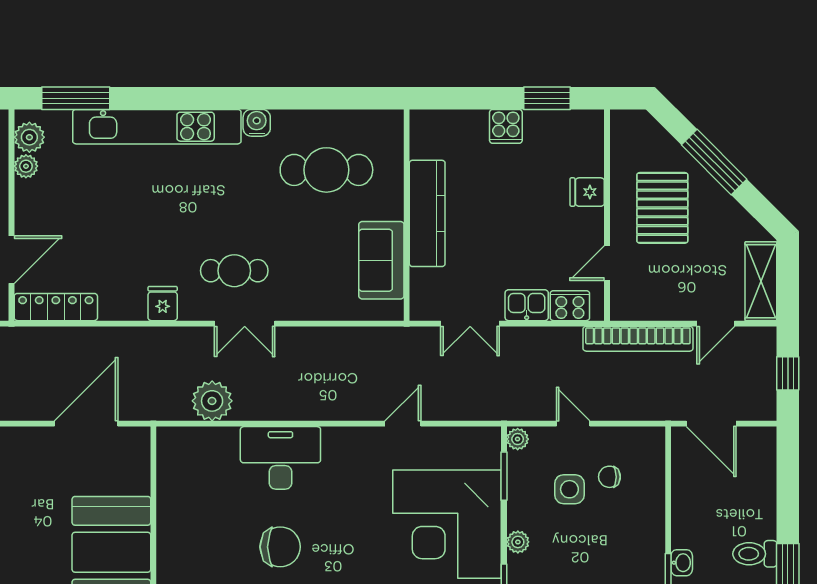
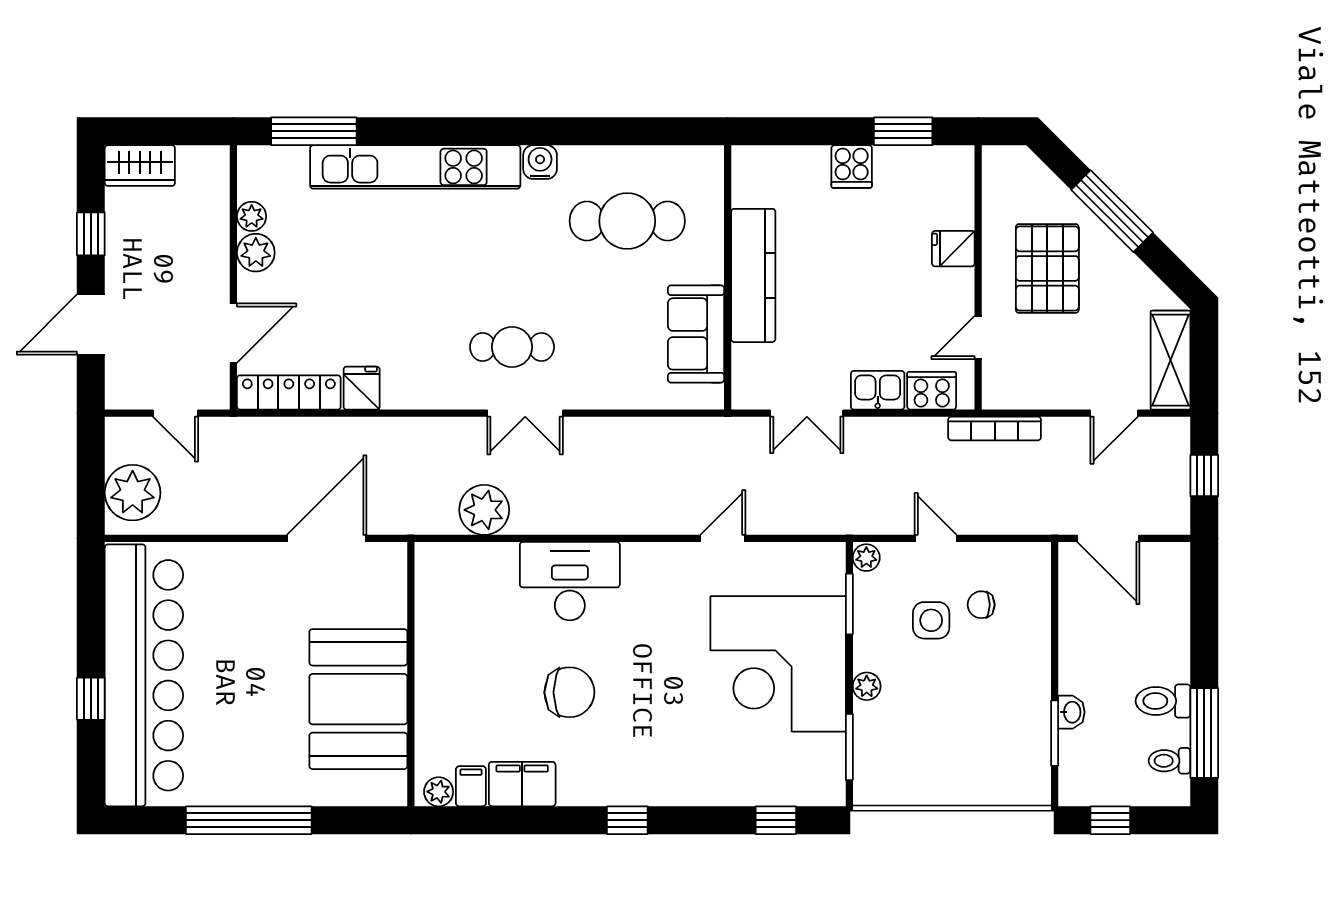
plant: (29, 137) -> (256, 253), moved
fridge: (163, 304) -> (362, 388), moved
bookcase: (638, 339) -> (995, 428), width x0.68, depth x0.76

